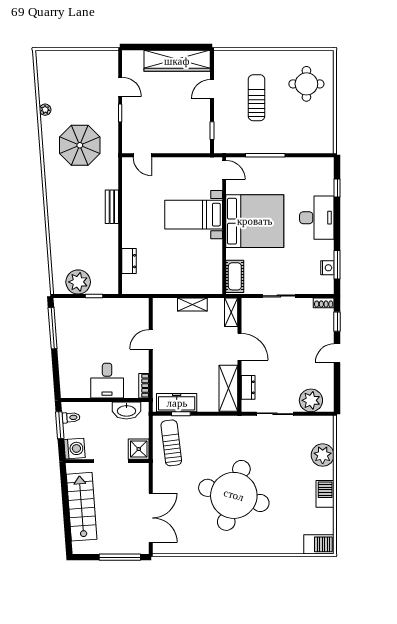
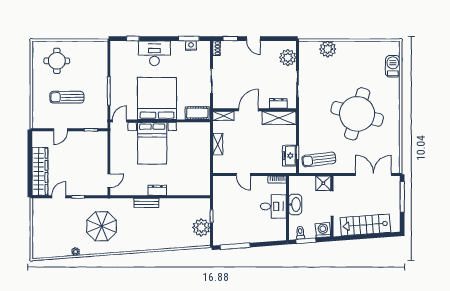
wardrobe: (177, 61) -> (40, 171), moved
door: (212, 89) -> (61, 130), hinge flipped
bed with nightstands: (194, 215) -> (152, 143), width x1.36
dresser: (129, 261) -> (157, 190), moved
freezer: (177, 403) -> (289, 156), width x0.71
washbasin: (126, 410) -> (295, 204), moved
barbecue: (325, 494) -> (356, 47), removed
barbecue: (319, 544) -> (393, 66), moved

